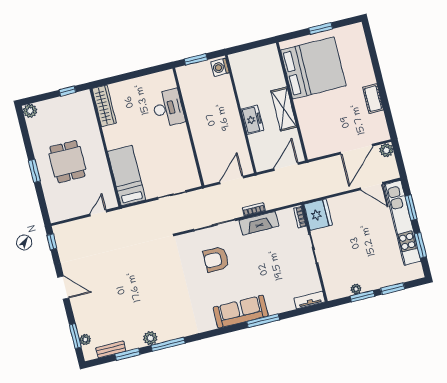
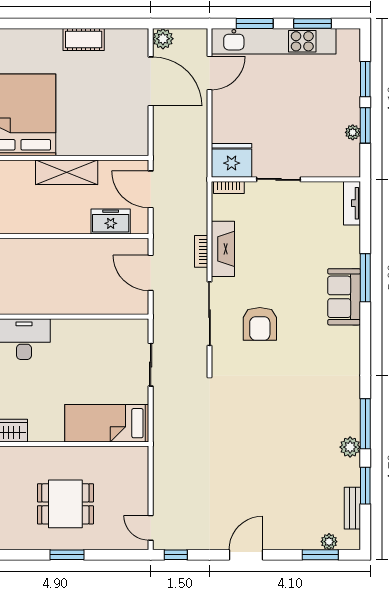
freezer: (252, 120) -> (111, 222), moved
door: (98, 213) -> (151, 528), moved
sofa: (241, 312) -> (344, 297), width x0.73

